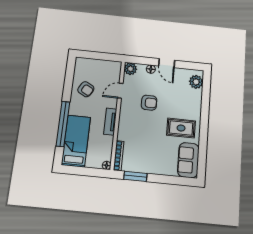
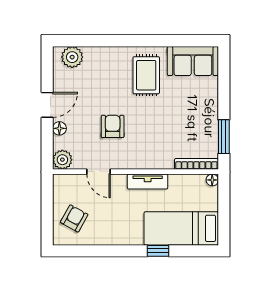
armchair: (86, 89) -> (74, 218), moved
window: (63, 124) -> (158, 251), width x0.32

